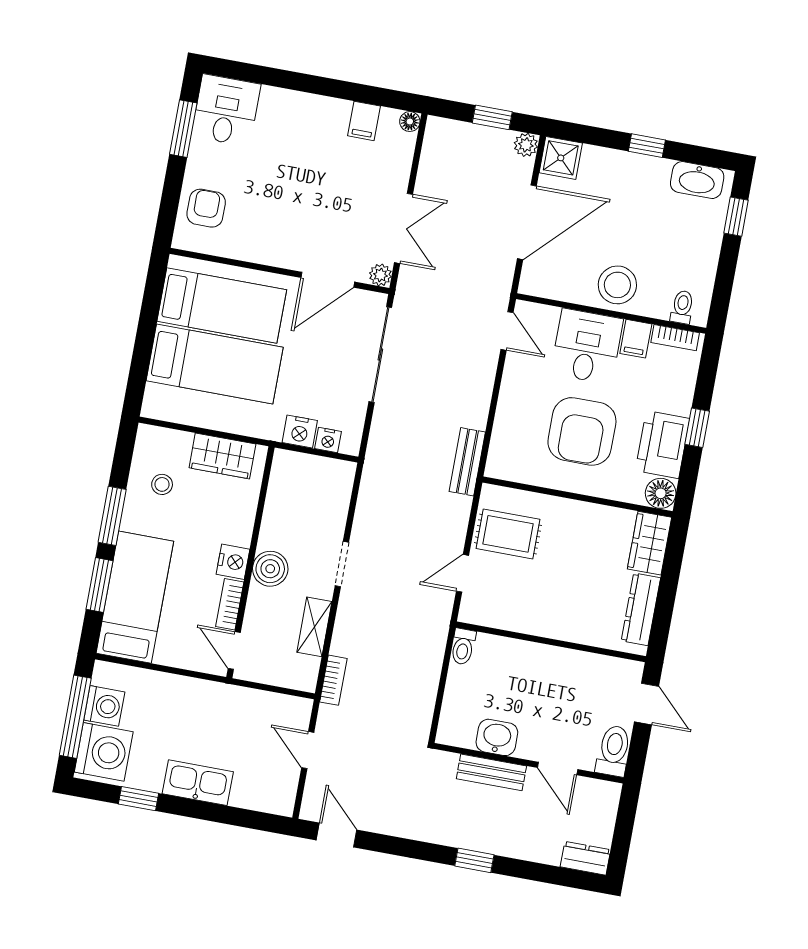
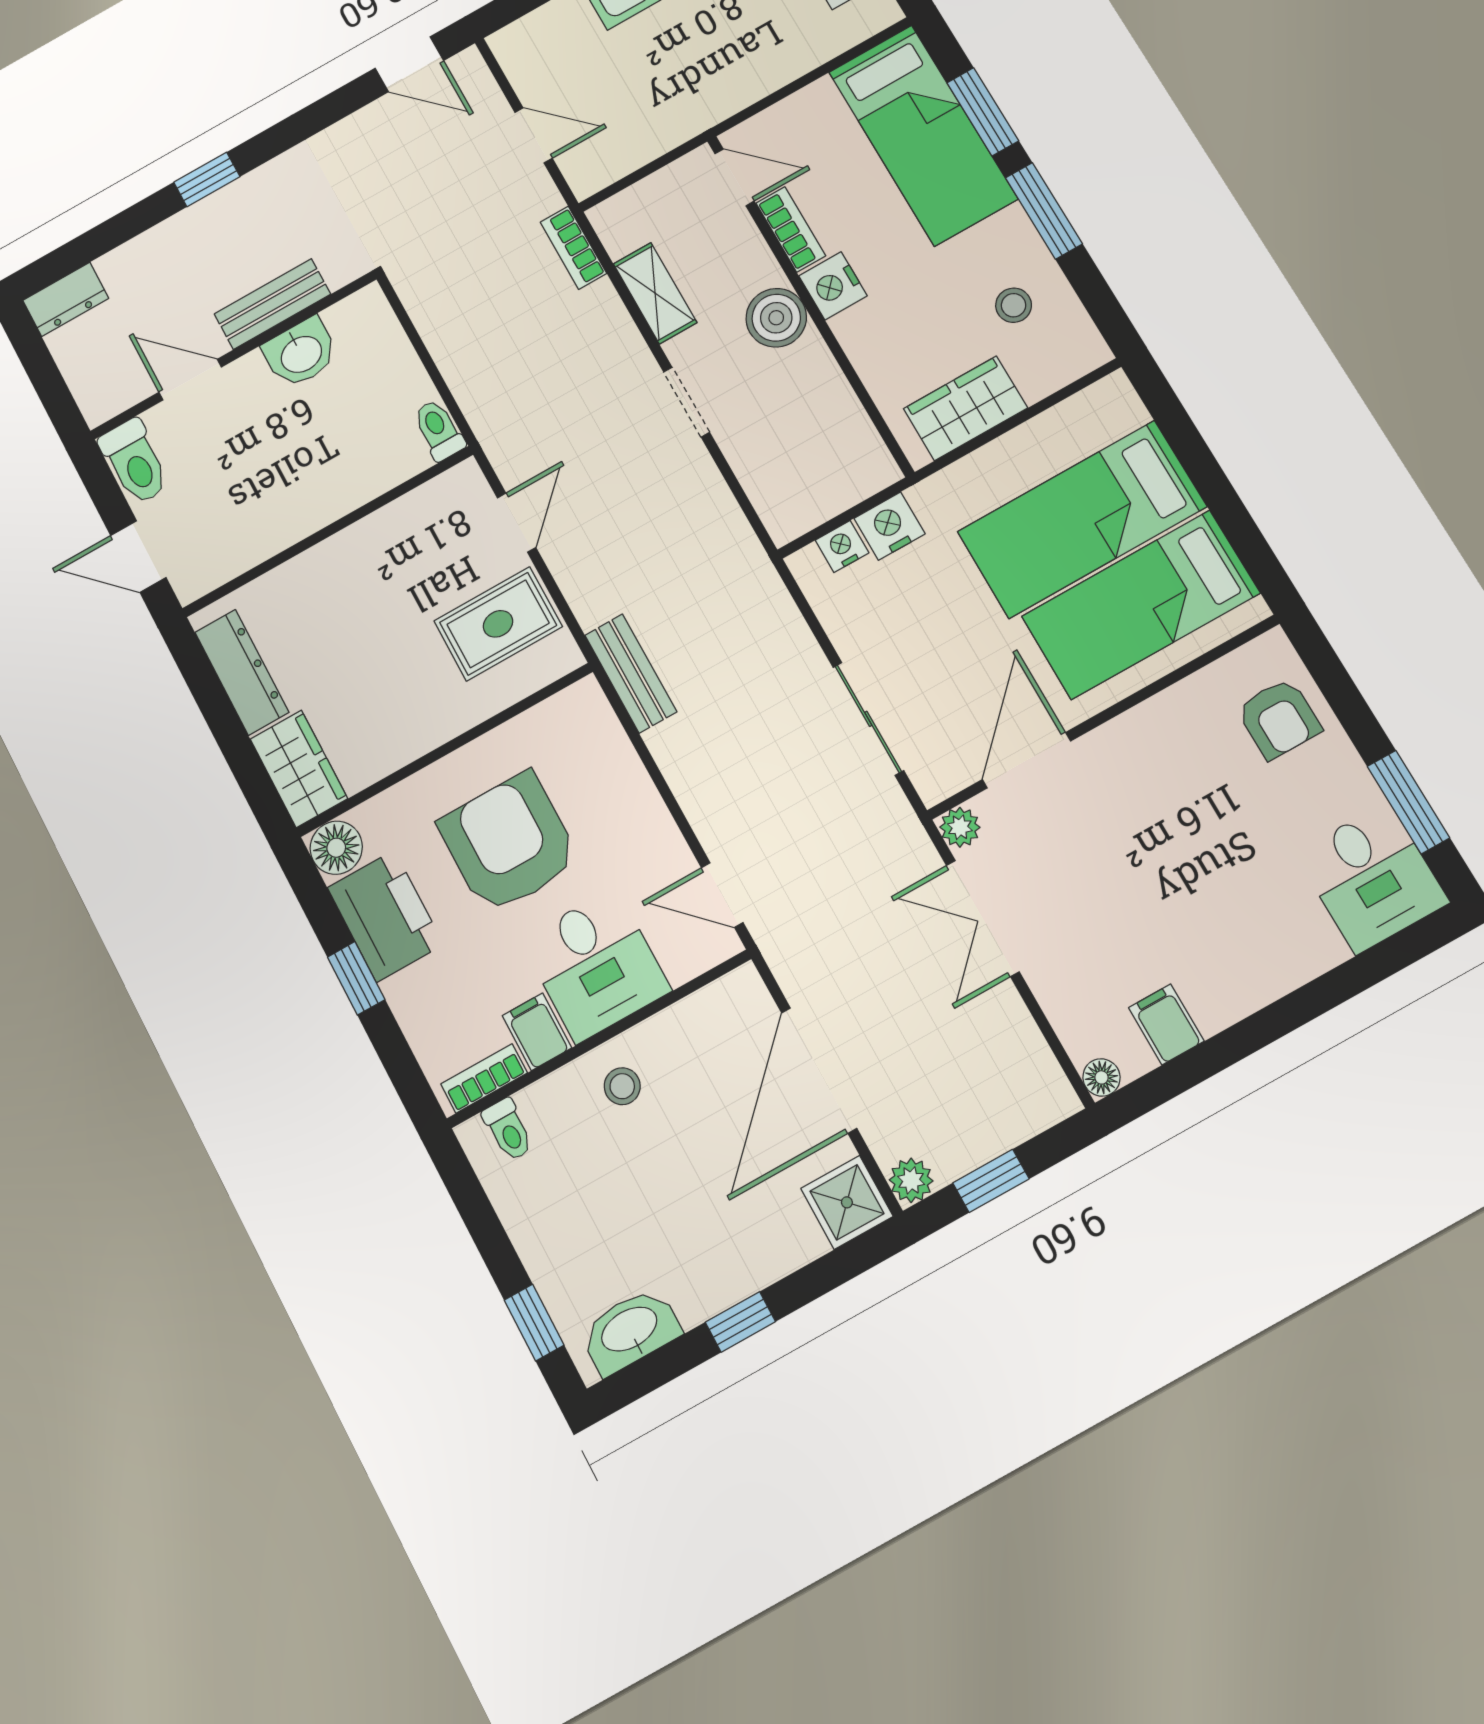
stool: (617, 285) -> (622, 1086), width x0.53, depth x0.53
sliding door: (380, 355) -> (868, 719), width x0.73

